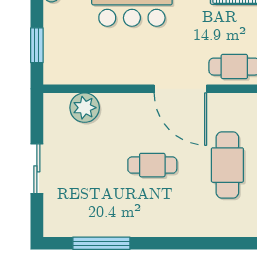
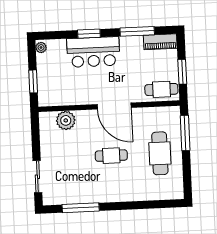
door: (180, 89) -> (114, 106), moved
sliding door: (37, 169) -> (37, 177), moved

